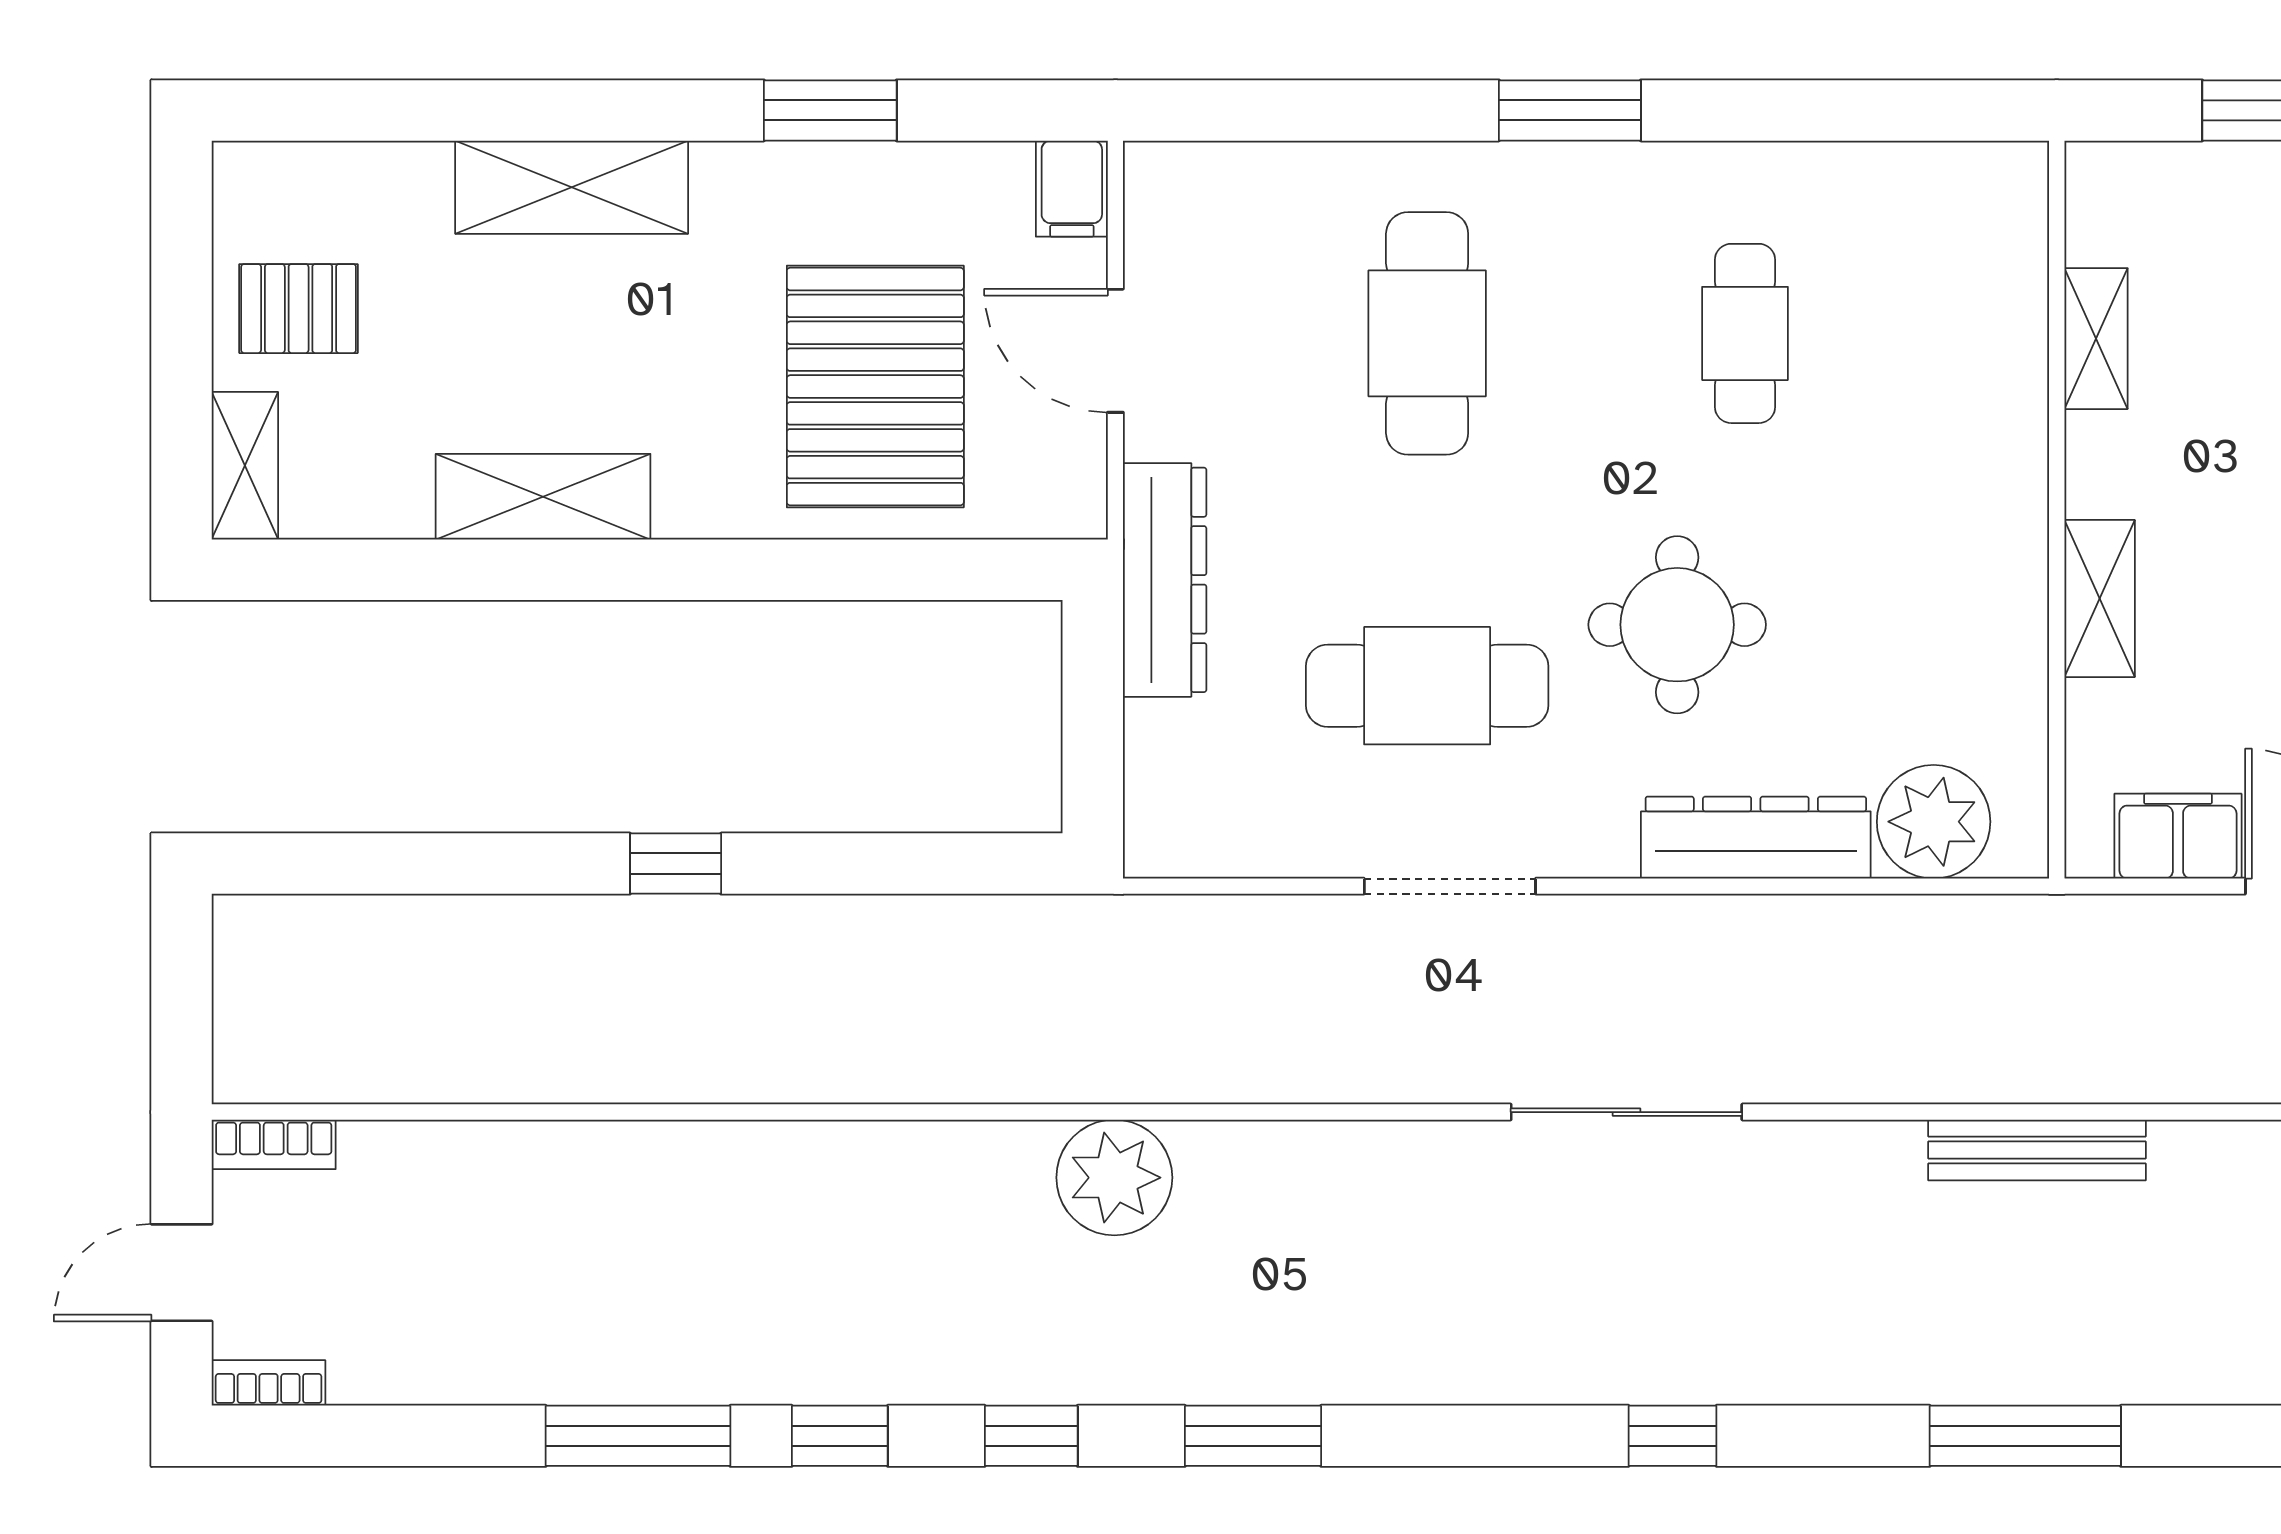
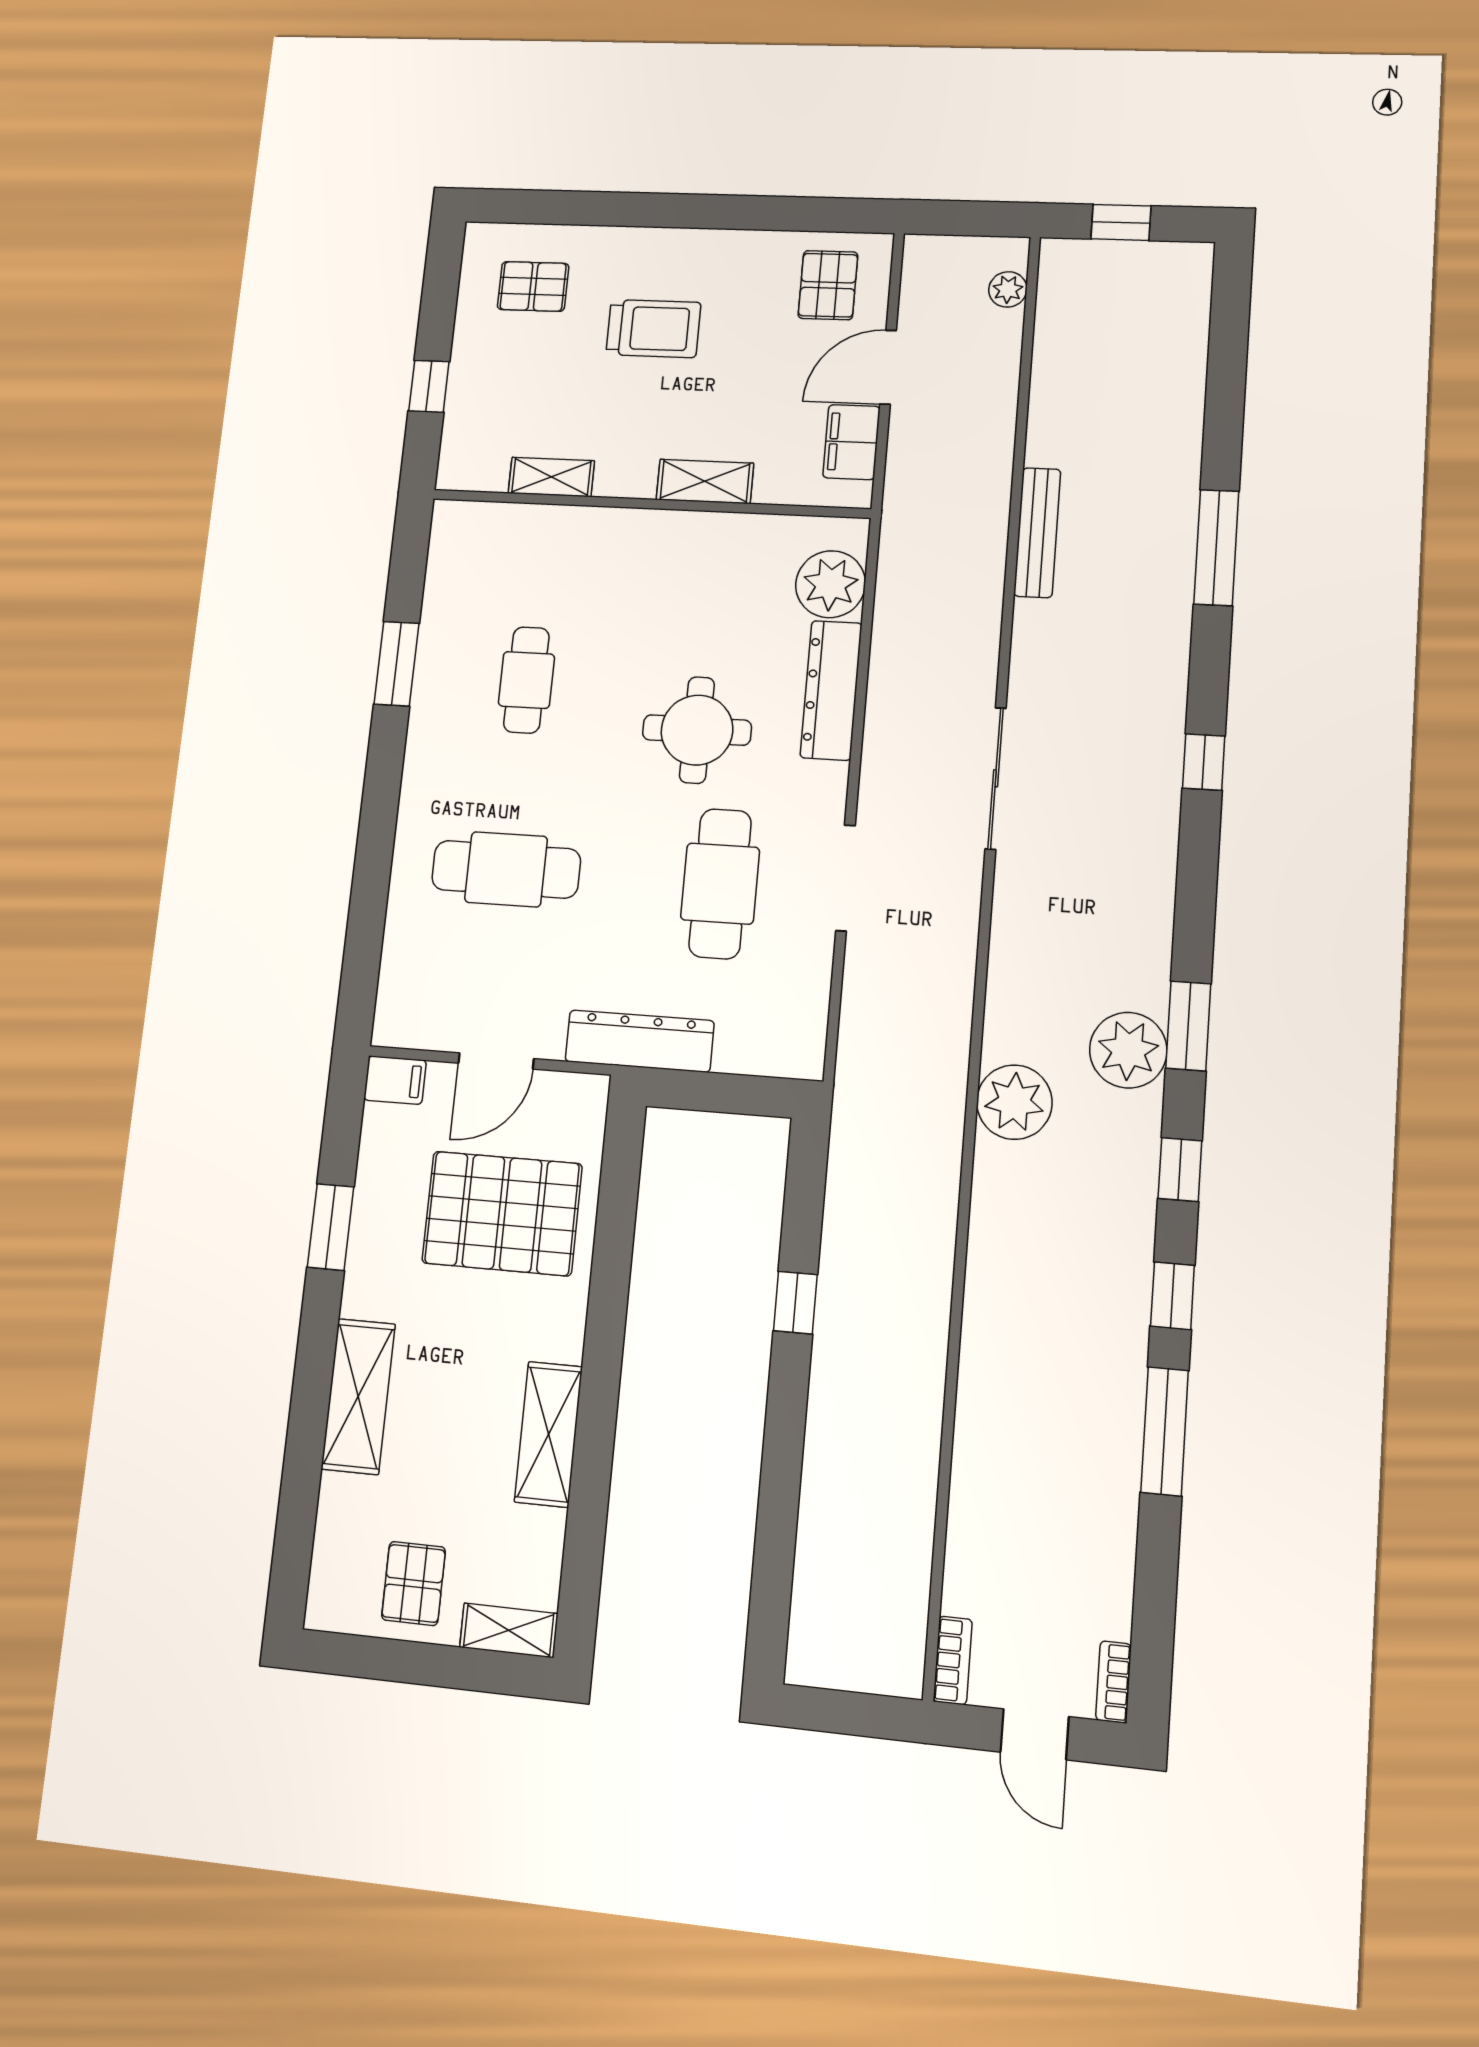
window: (1570, 110) -> (396, 664), moved
cafe table: (1745, 333) -> (526, 680), turned 90
window: (676, 864) -> (795, 1303), moved
plant: (1208, 1347) -> (1128, 1050), added

